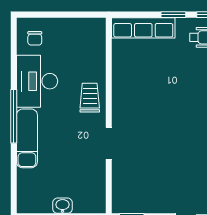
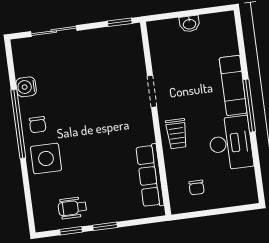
row of seats: (143, 28) -> (150, 176), moved, turned -90
chair: (35, 38) -> (197, 188), moved, turned 180

